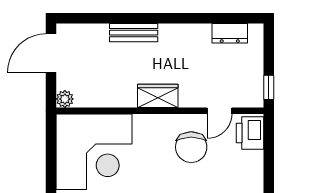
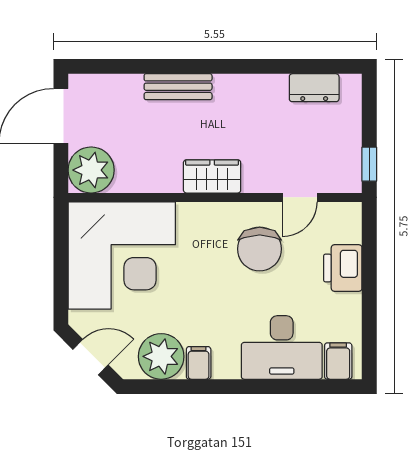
plant: (65, 99) -> (91, 170), width x1.87, depth x1.87
printer: (250, 133) -> (343, 268), moved

